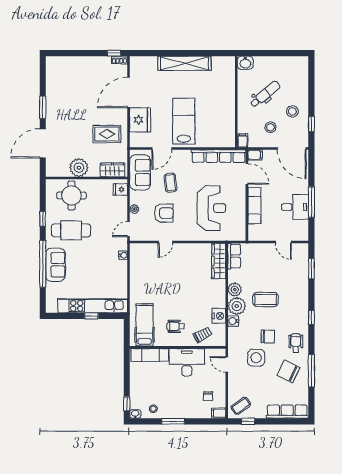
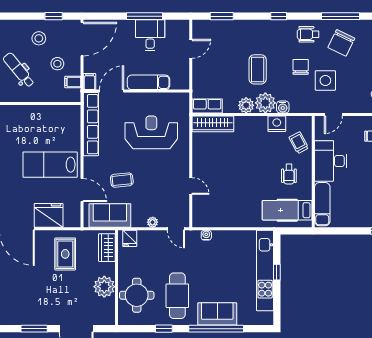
filing cabinet: (243, 140) -> (73, 82), moved
armchair: (164, 213) -> (157, 188), removed

